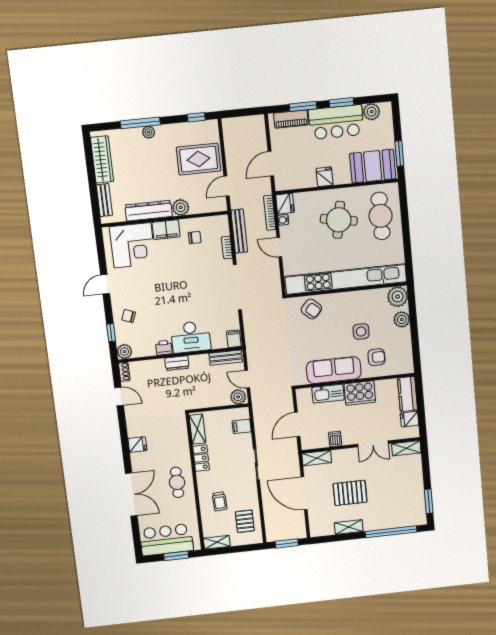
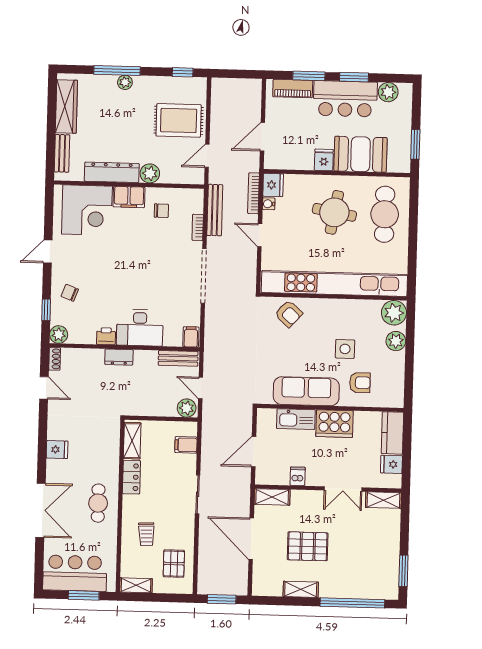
booth: (373, 166) -> (361, 154), moved

